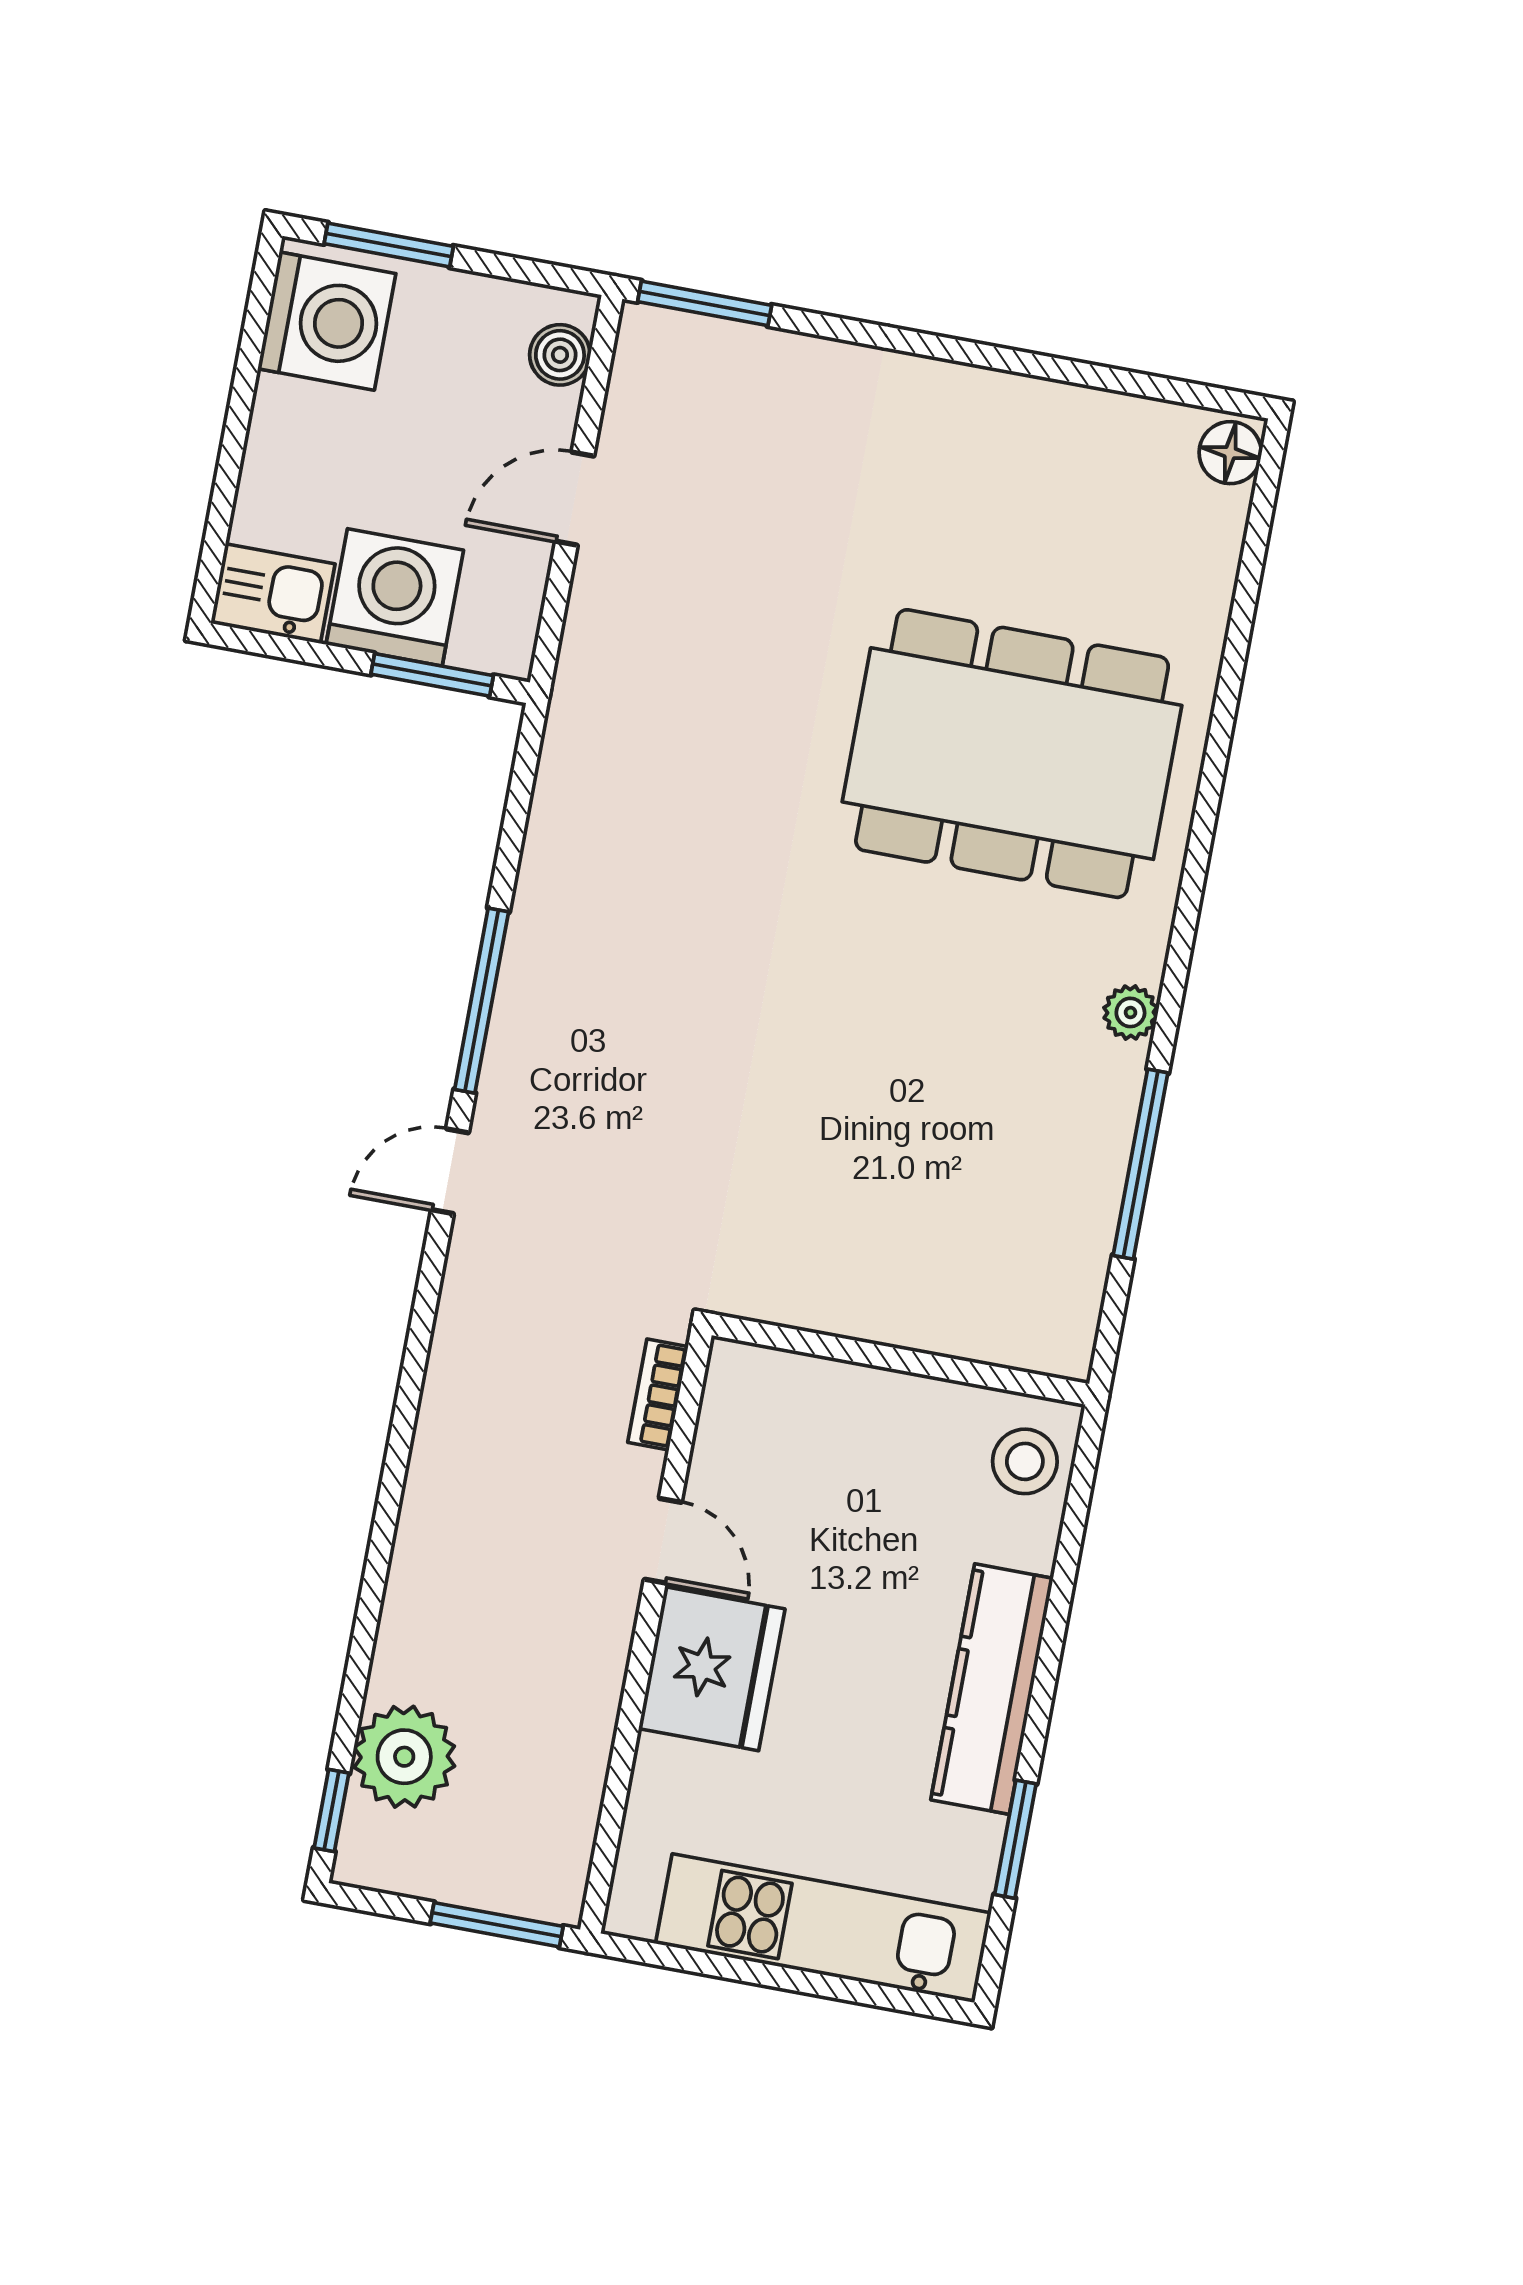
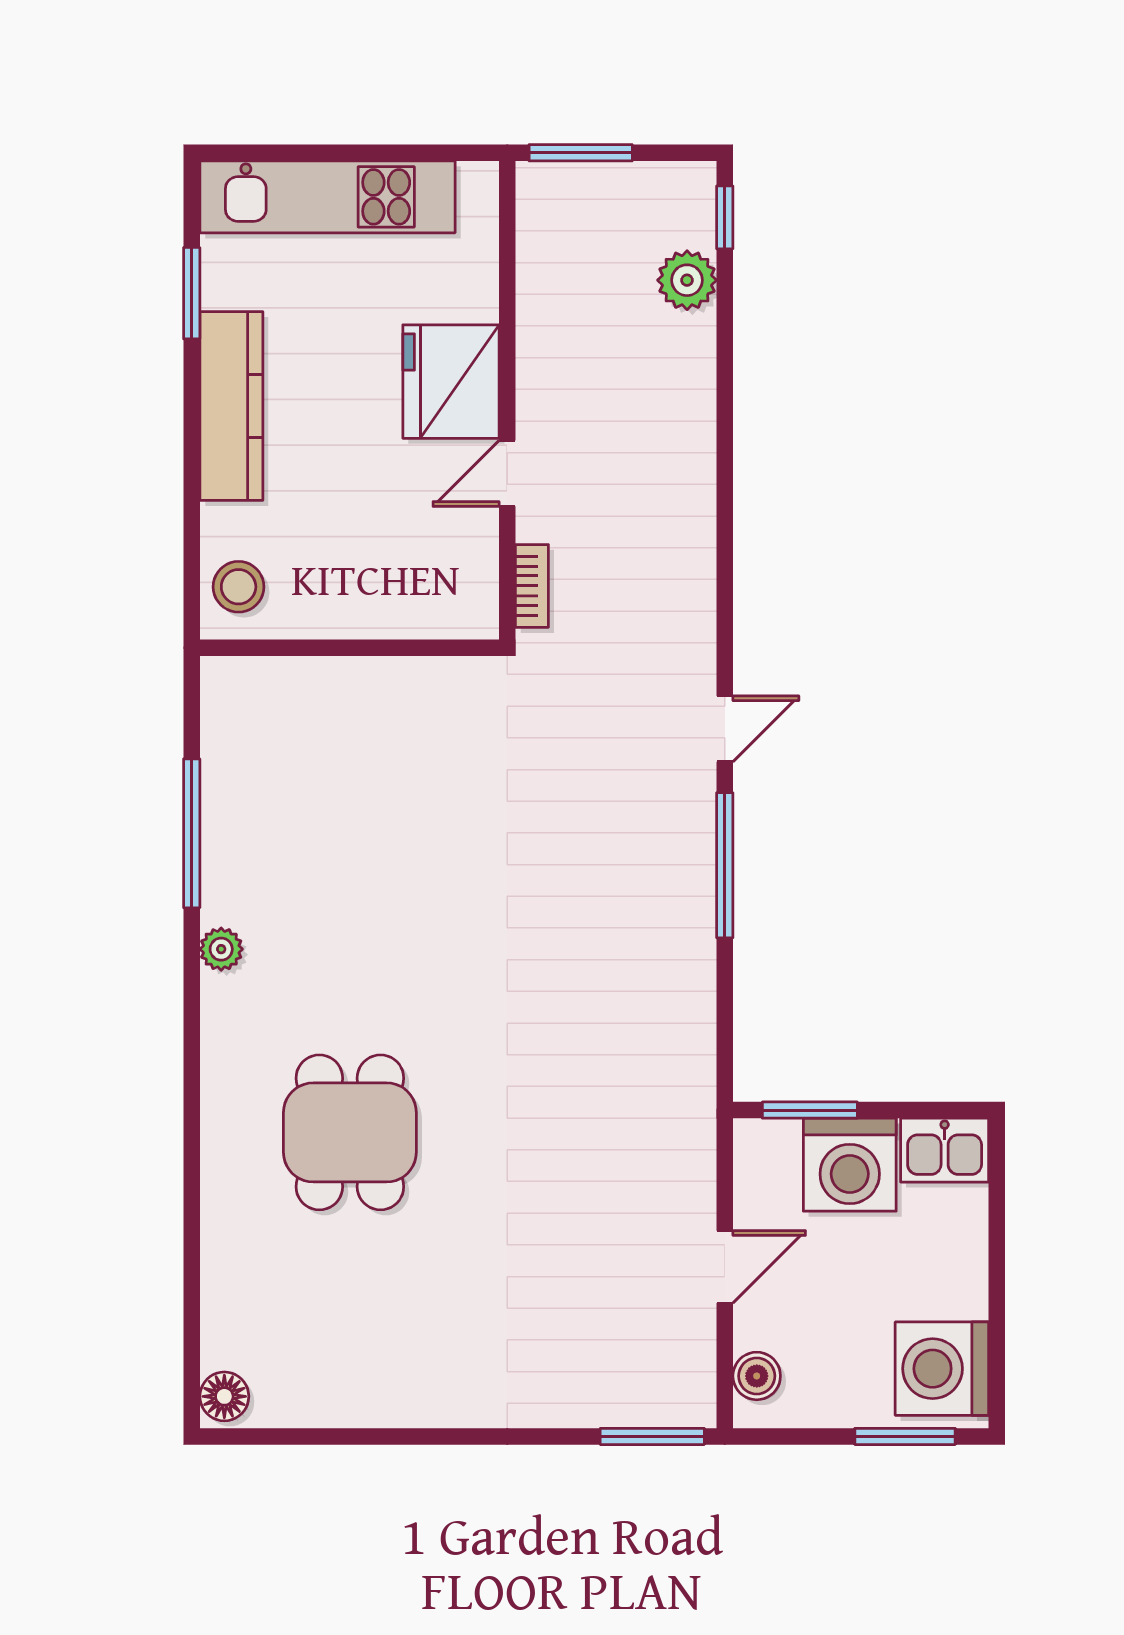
dining table: (1012, 754) -> (350, 1132), width x0.53, depth x0.80
door: (663, 1541) -> (507, 473), hinge flipped
plant: (404, 1757) -> (687, 280), width x0.73, depth x0.73

